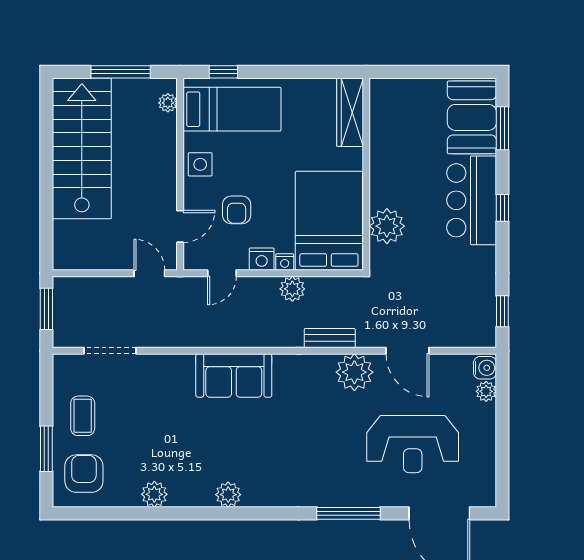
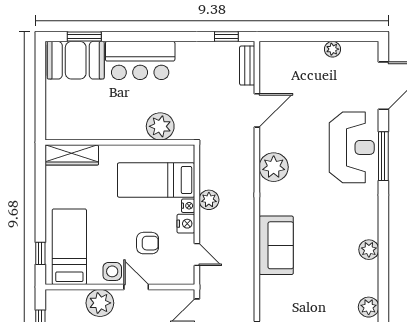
plant: (168, 103) -> (100, 303), moved, width x1.88, depth x1.88
window: (502, 208) -> (146, 37), removed
bed: (329, 221) -> (156, 180), width x0.67
door: (180, 226) -> (136, 287), moved
bench: (330, 338) -> (247, 66), moved
water cooler: (485, 368) -> (270, 50), removed
plant: (354, 372) -> (274, 167), moved
plant: (486, 391) -> (333, 49), moved
reception desk: (413, 444) -> (352, 147), moved

